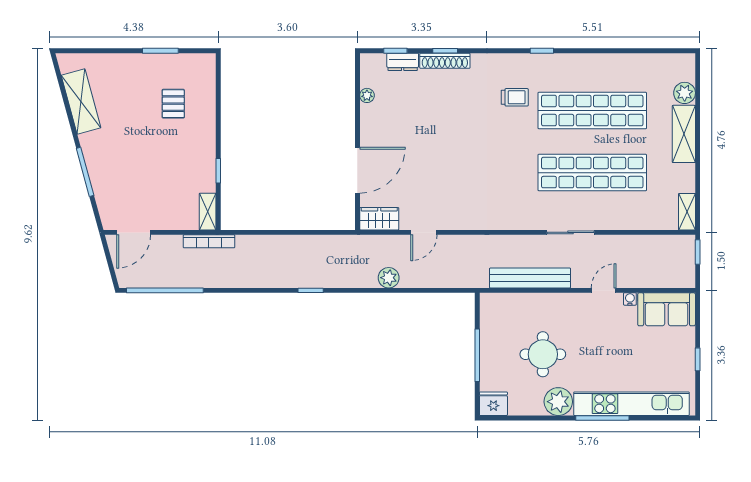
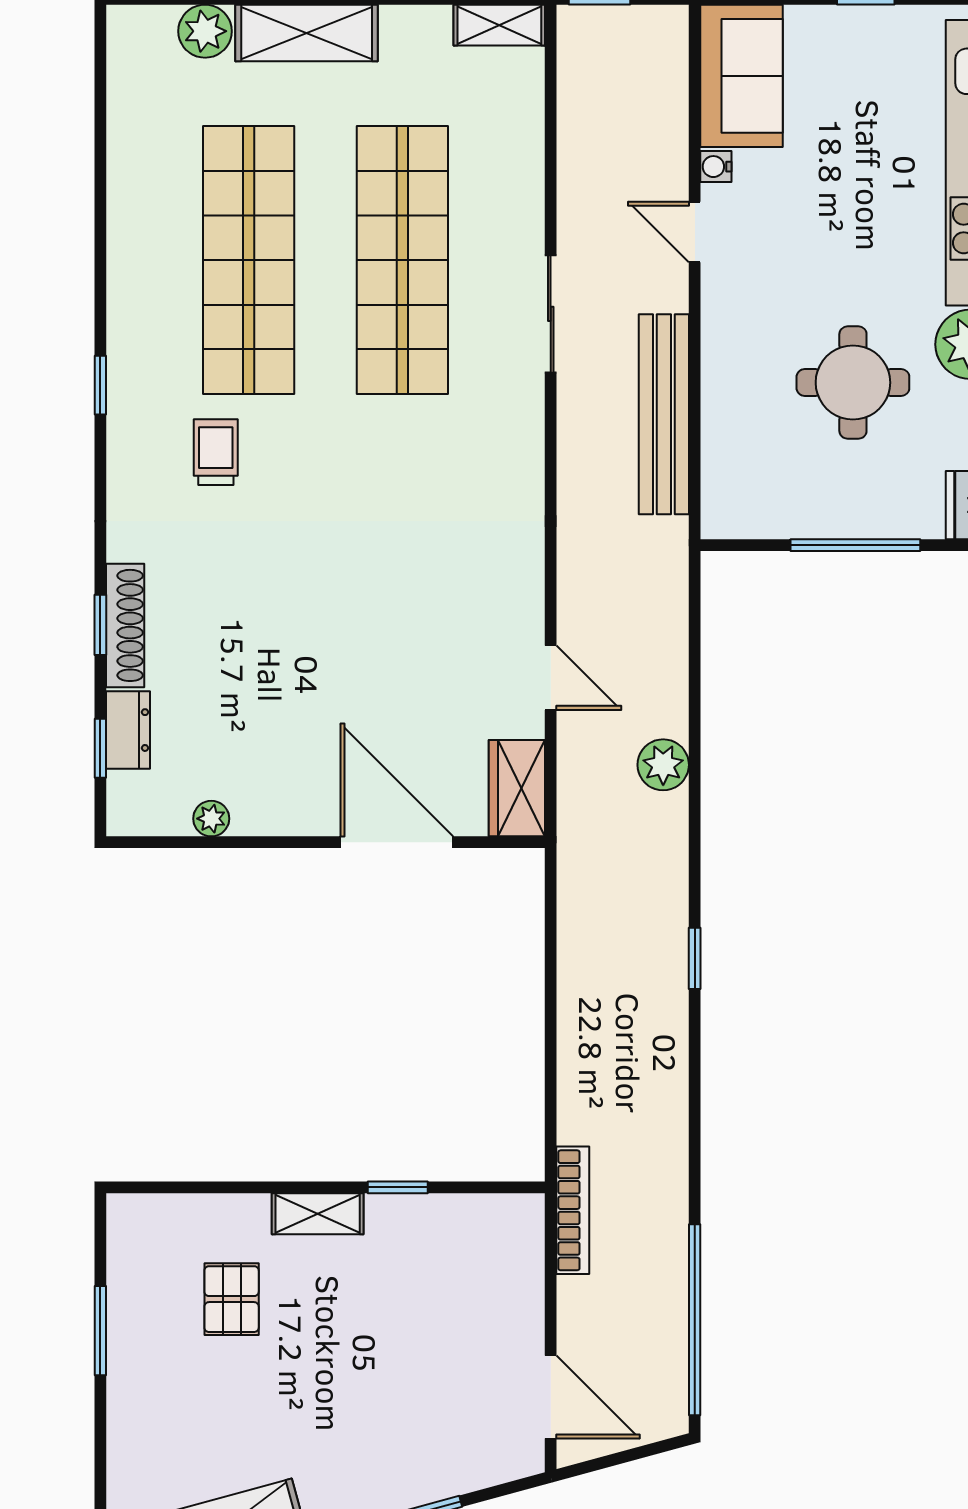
pallet: (173, 104) -> (232, 1299), turned 90
shelving: (208, 212) -> (318, 1214), moved

